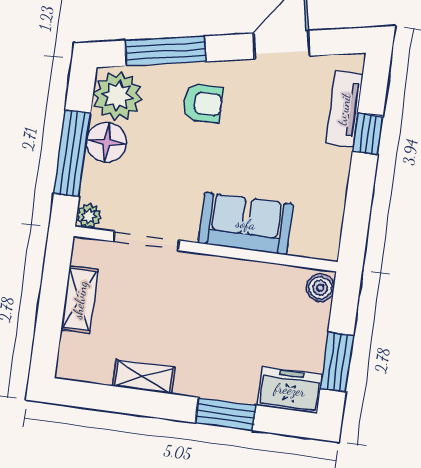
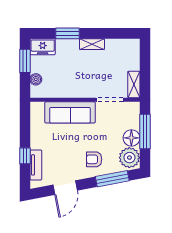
plant: (89, 216) -> (135, 107), removed
sofa: (246, 224) -> (70, 112), width x1.36
boiler: (320, 288) -> (36, 79), moved
shelving: (80, 300) -> (134, 85), moved
shelving: (144, 377) -> (92, 44), moved

